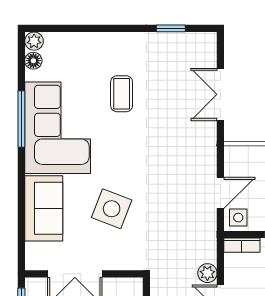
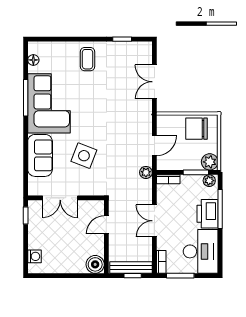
plant: (34, 41) -> (34, 47), removed
coffee table: (122, 94) -> (88, 59), moved
side table: (238, 218) -> (166, 161), removed
plant: (207, 273) -> (146, 172), moved

